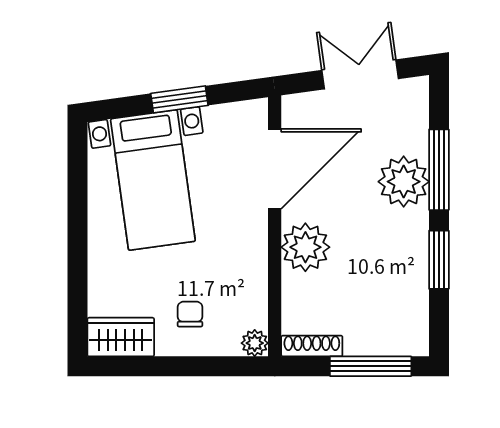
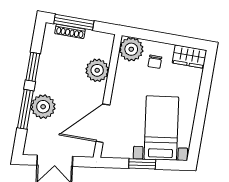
plant: (305, 247) -> (97, 70), moved
plant: (255, 343) -> (131, 49), width x1.88, depth x1.88
shoe rack: (312, 346) -> (70, 31), moved

